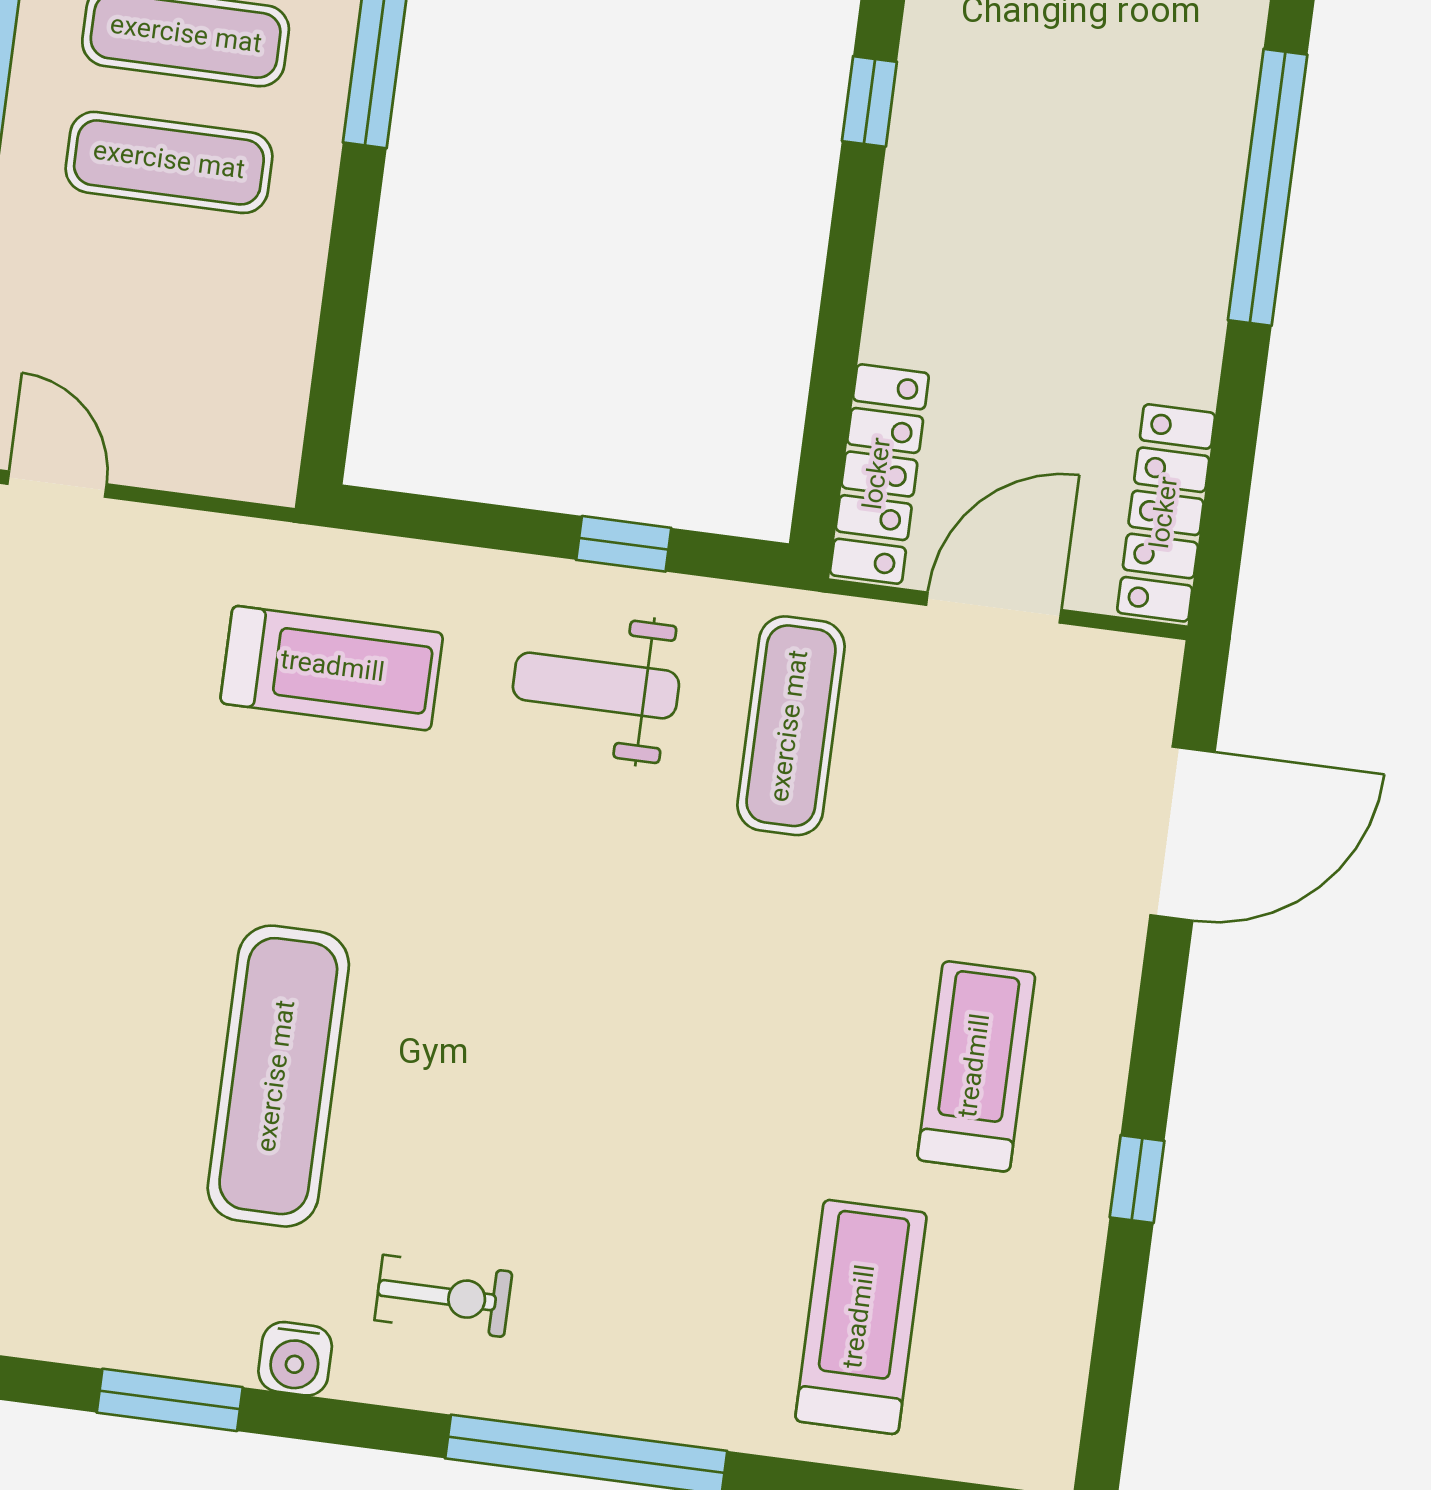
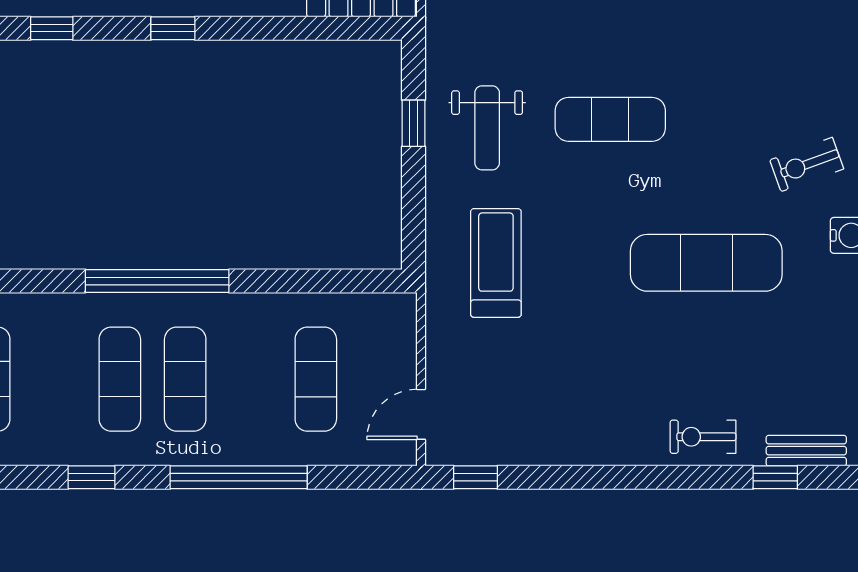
exercise mat: (169, 162) -> (316, 379), moved
exercise mat: (791, 726) -> (610, 119), moved
exercise bike: (443, 1296) -> (807, 164), turned -110

